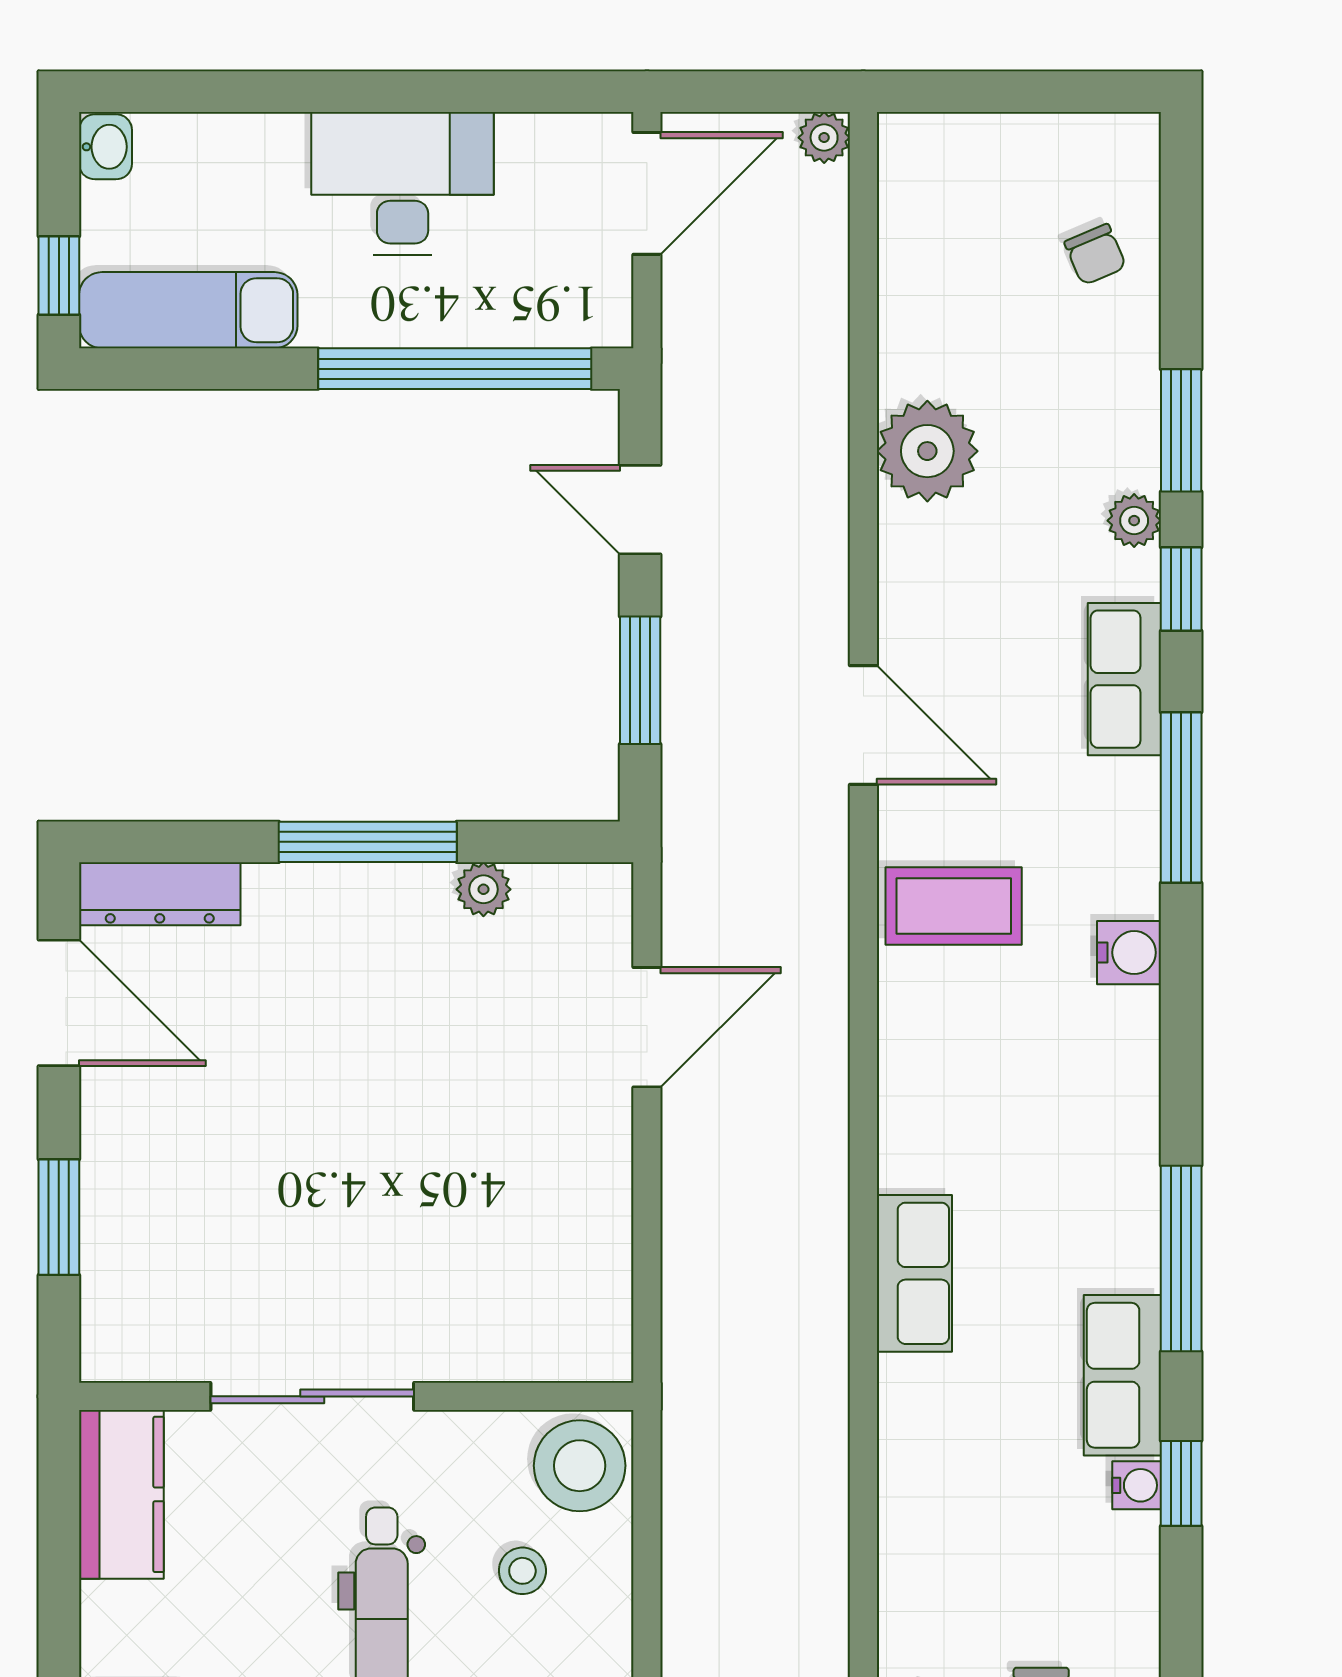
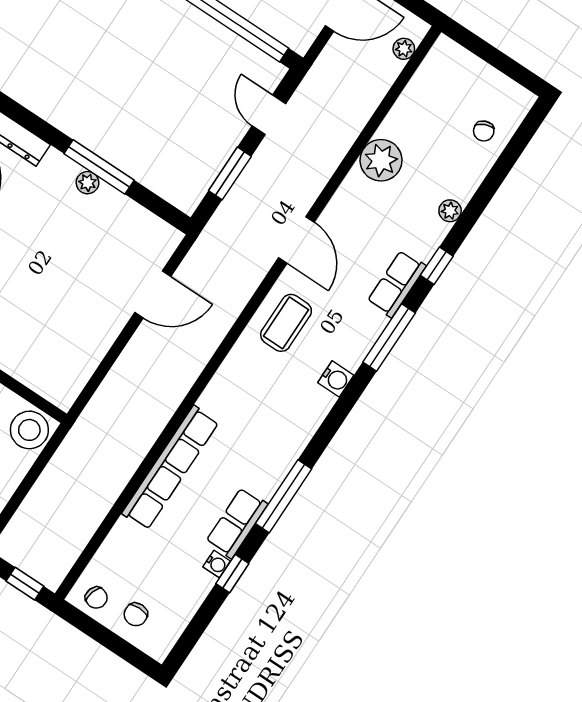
plant: (824, 138) -> (404, 49), moved
window: (1181, 430) -> (473, 211), removed
plant: (1134, 521) -> (450, 211), moved
plant: (483, 889) -> (87, 183), moved
coffee table: (954, 906) -> (286, 323), turned 90
row of seats: (914, 1273) -> (170, 468), width x2.02

